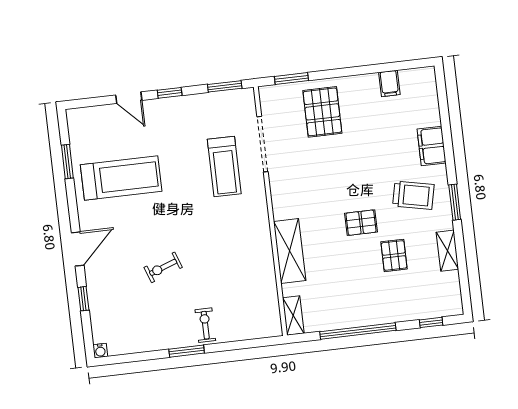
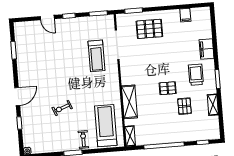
pallet: (322, 112) -> (149, 29), turned 90
treadmill: (121, 178) -> (106, 126), moved, turned -90
trolley: (413, 195) -> (196, 75), turned -102

